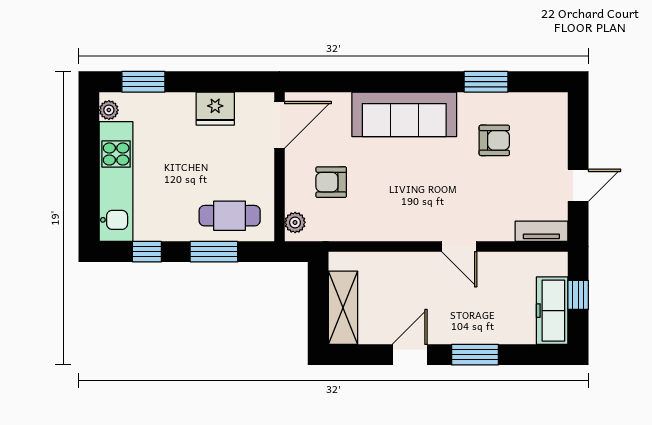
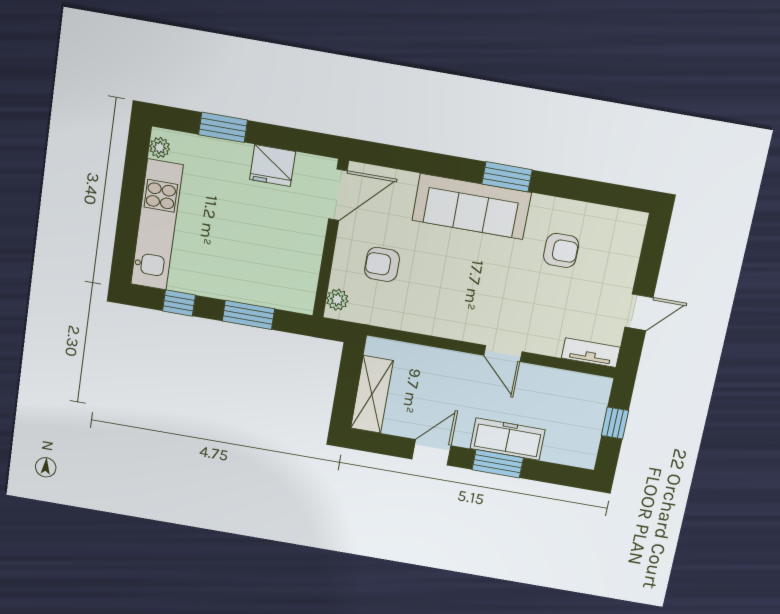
window: (143, 82) -> (223, 127), moved
window: (486, 82) -> (507, 177), moved
cafe table: (230, 216) -> (270, 281), removed
freezer: (552, 311) -> (508, 439), moved, turned 90

